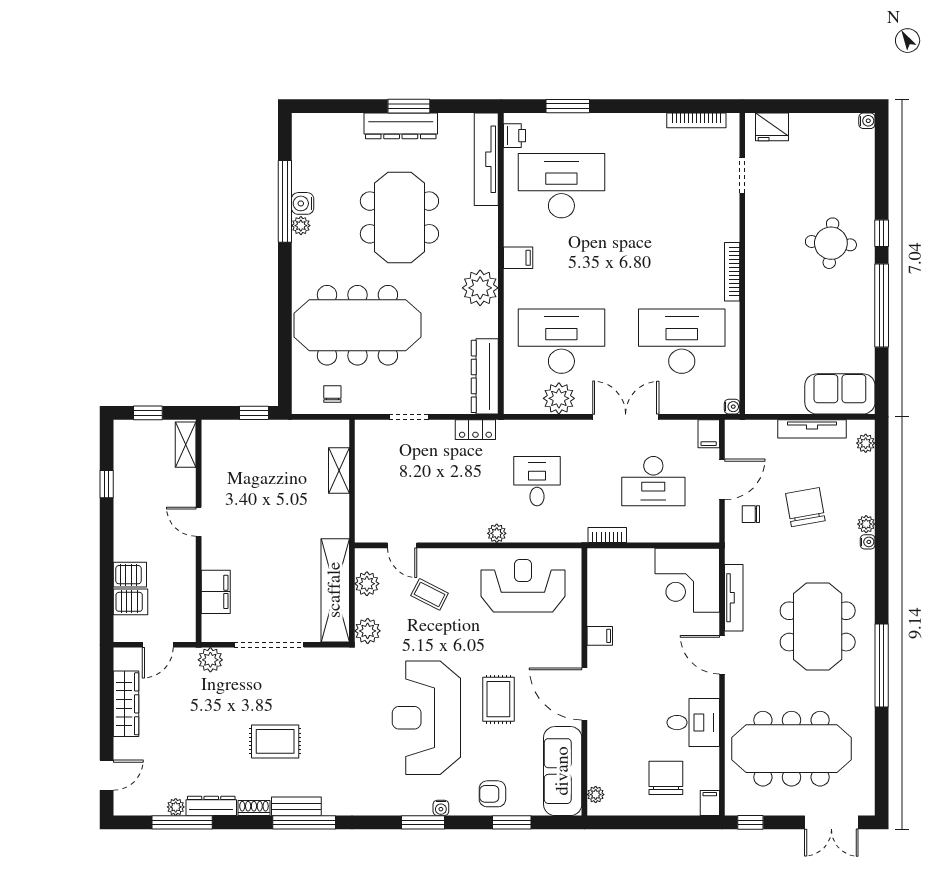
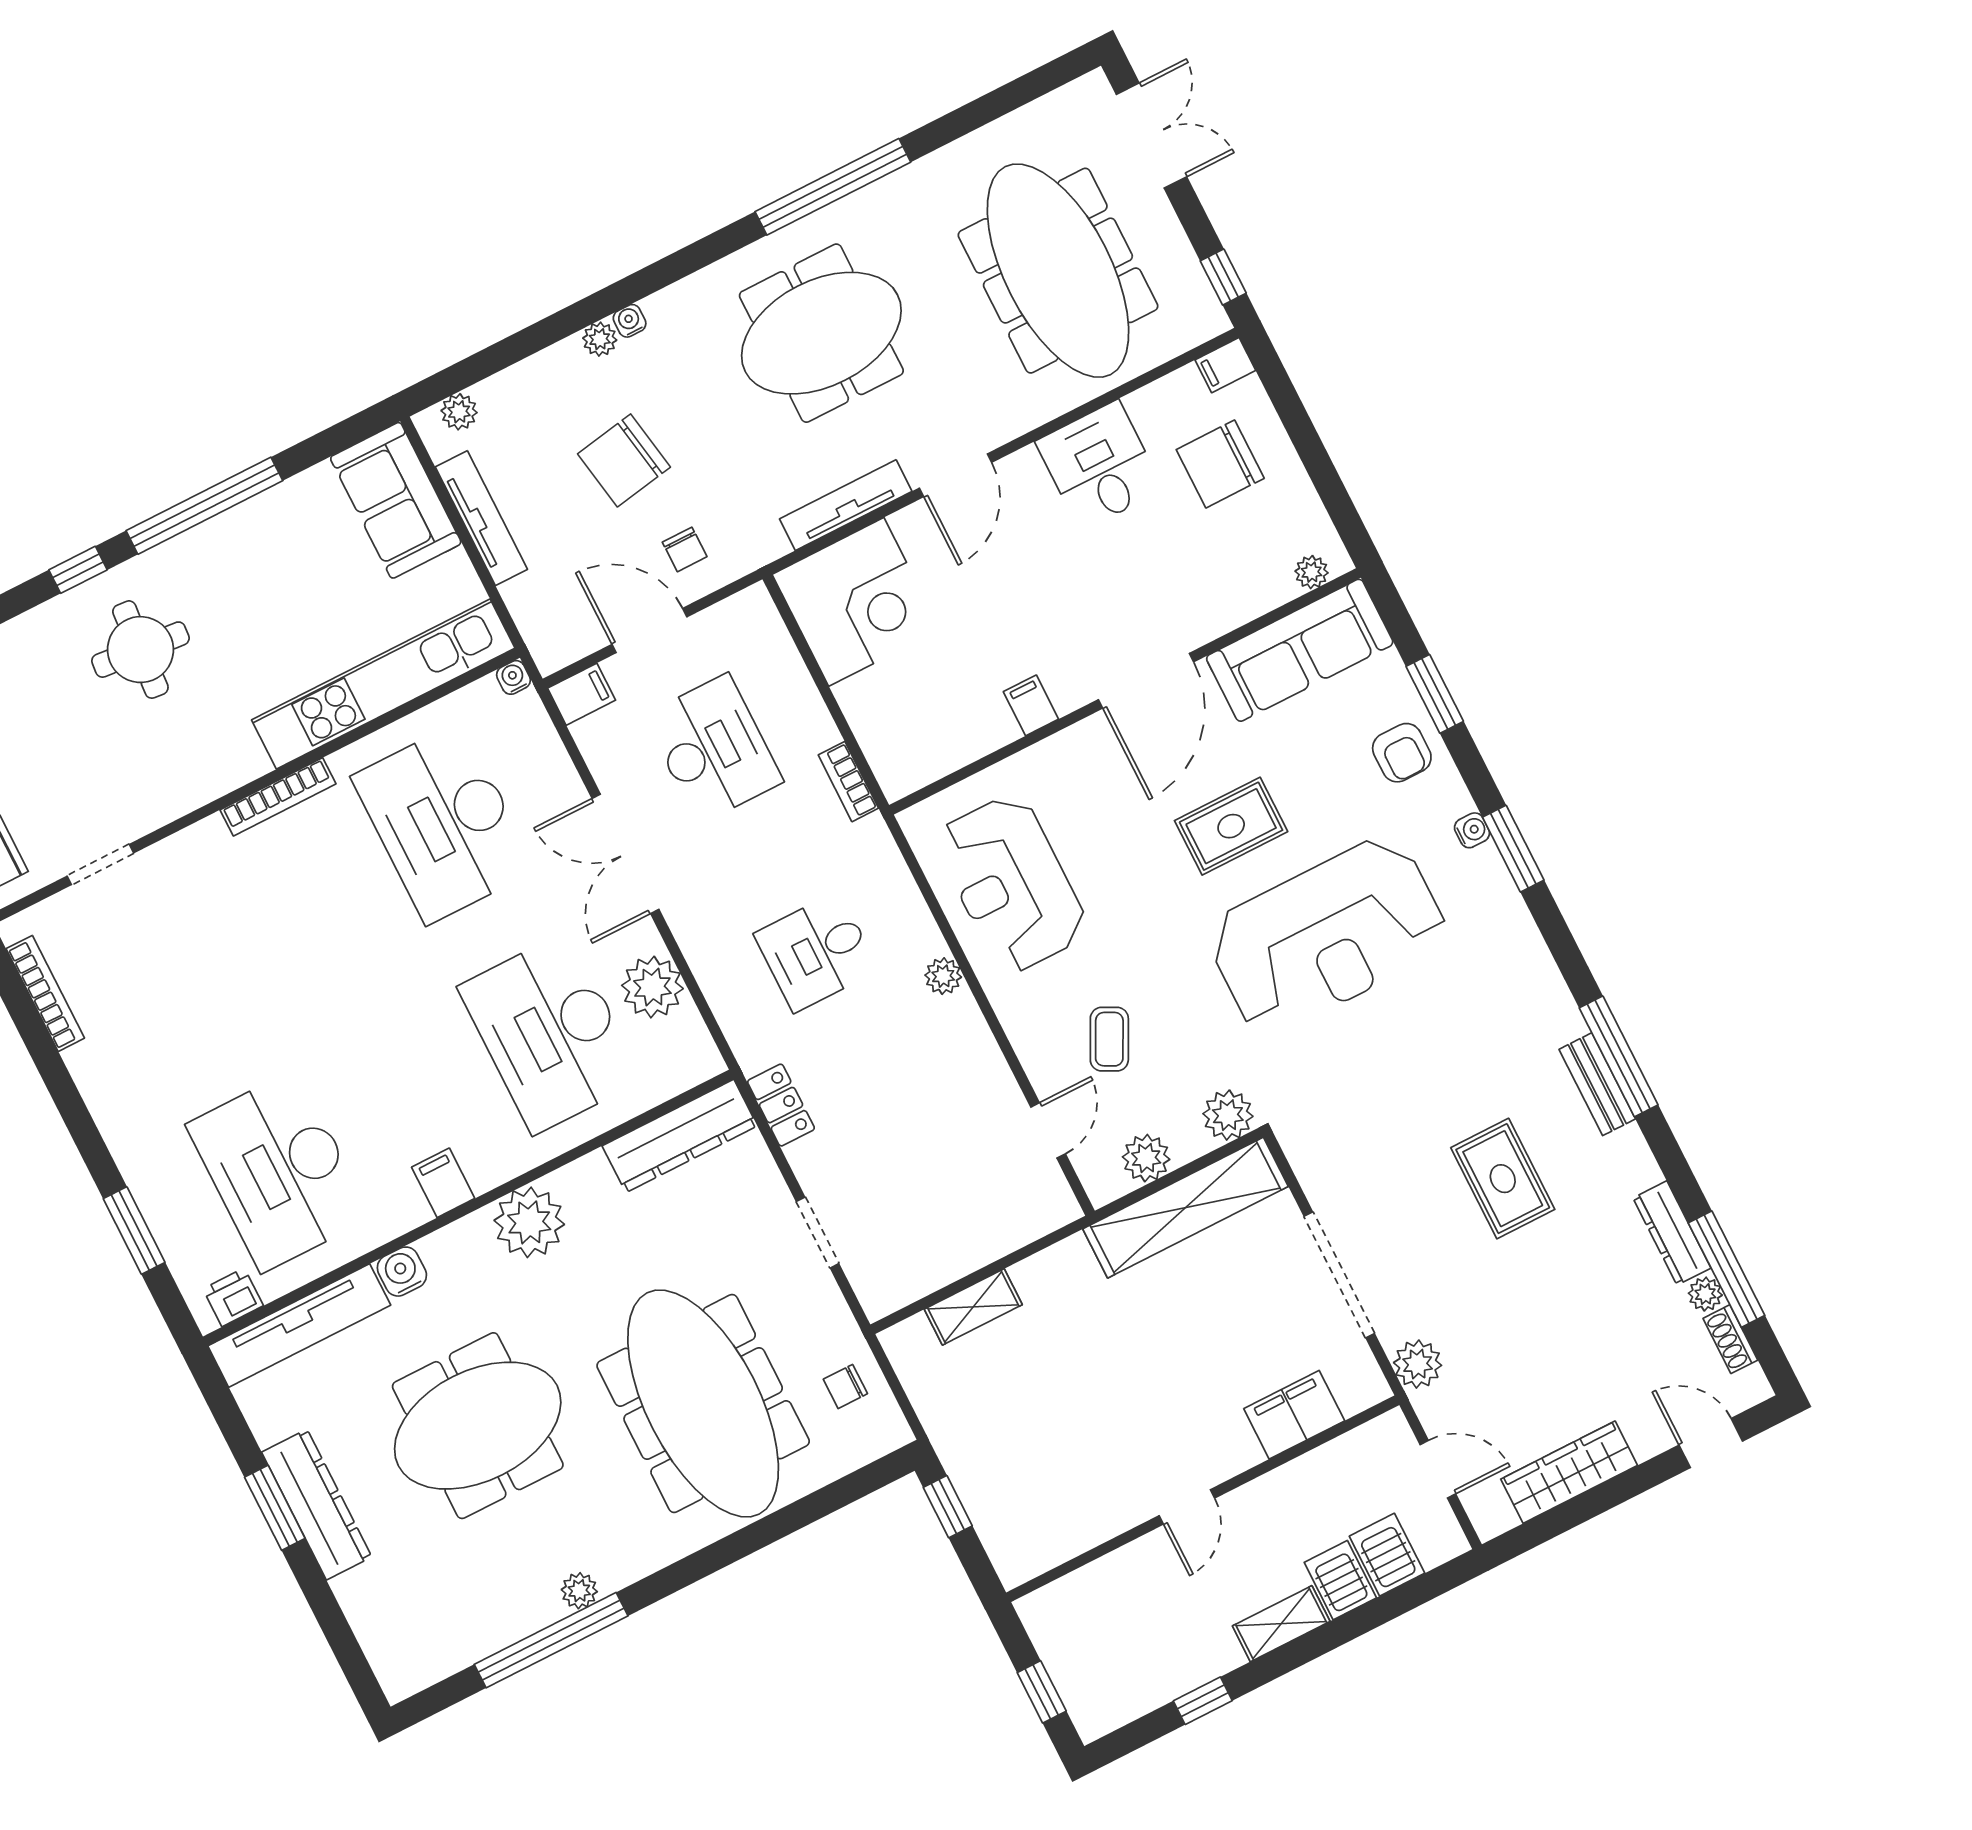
water cooler: (303, 203) -> (402, 1272), moved, turned 180
kitchen unit: (759, 346) -> (383, 684), added
shelving: (186, 445) -> (1281, 1624), moved
shoe rack: (254, 808) -> (1730, 1339), moved

